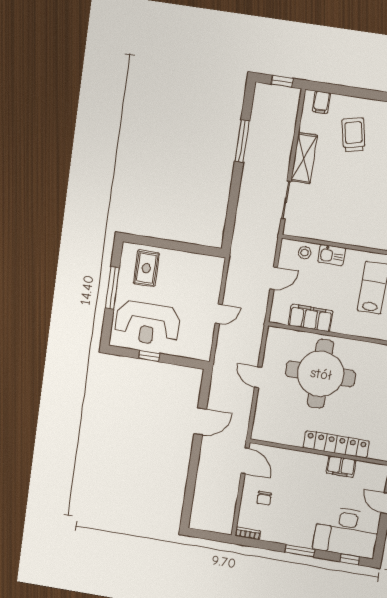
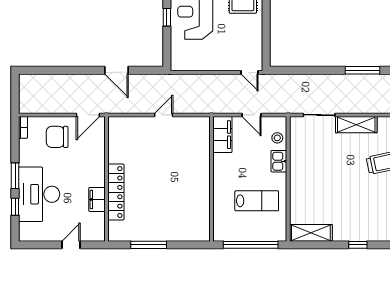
door: (219, 314) -> (249, 72), moved
filing cabinet: (311, 318) -> (222, 135), moved
round table: (321, 374) -> (176, 168), removed
chair: (264, 498) -> (57, 137), width x1.87, depth x1.87
desk: (346, 532) -> (39, 194), moved
window: (350, 559) -> (15, 207), moved

